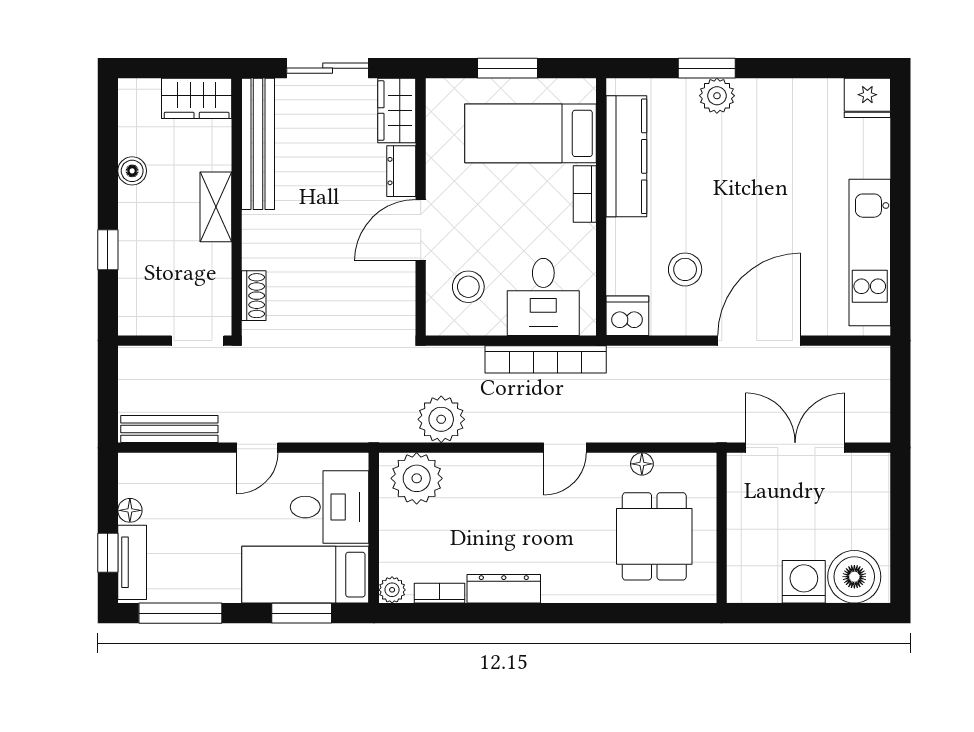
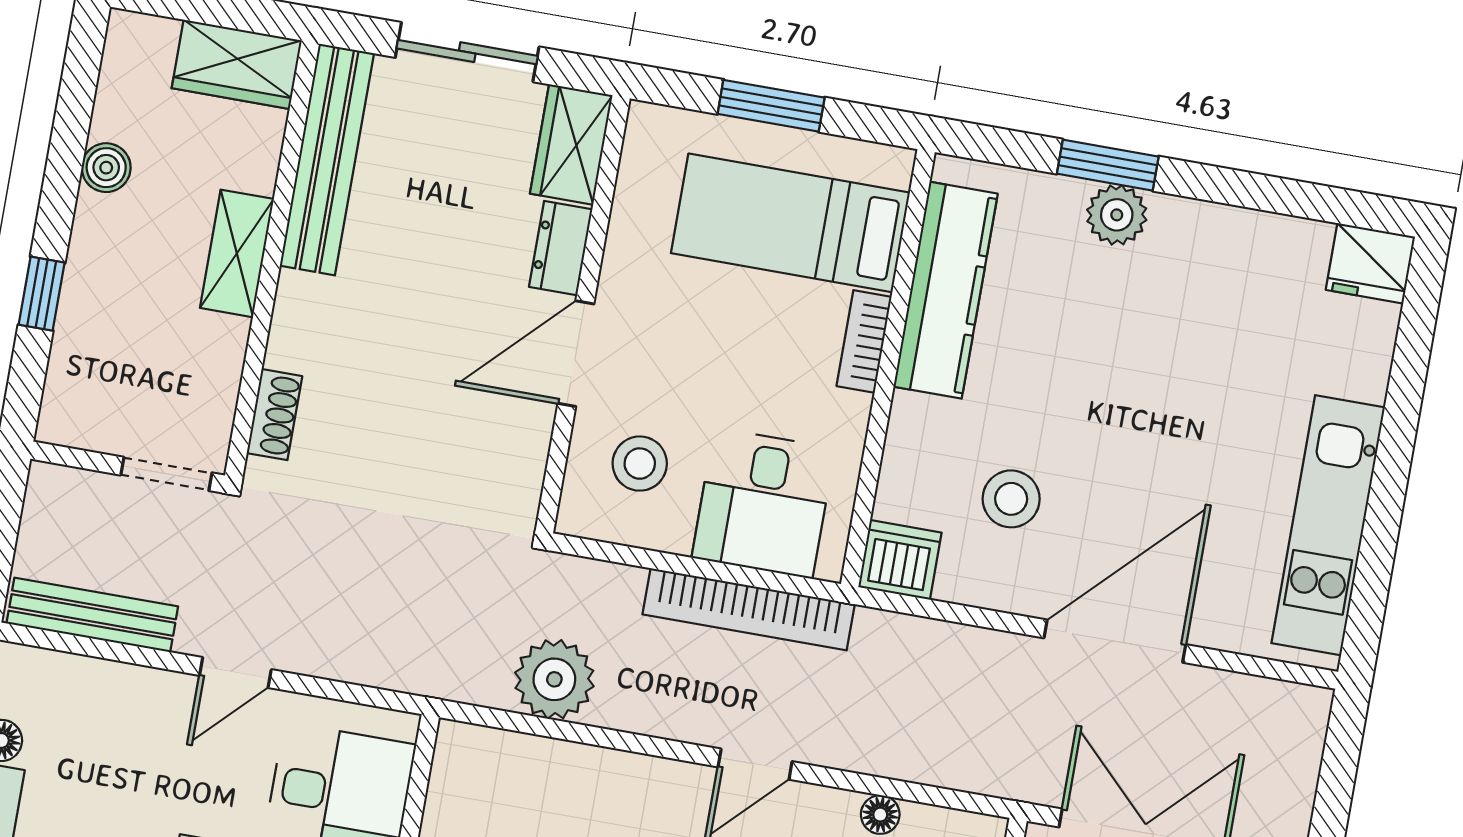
plant: (417, 478) -> (495, 772), removed

